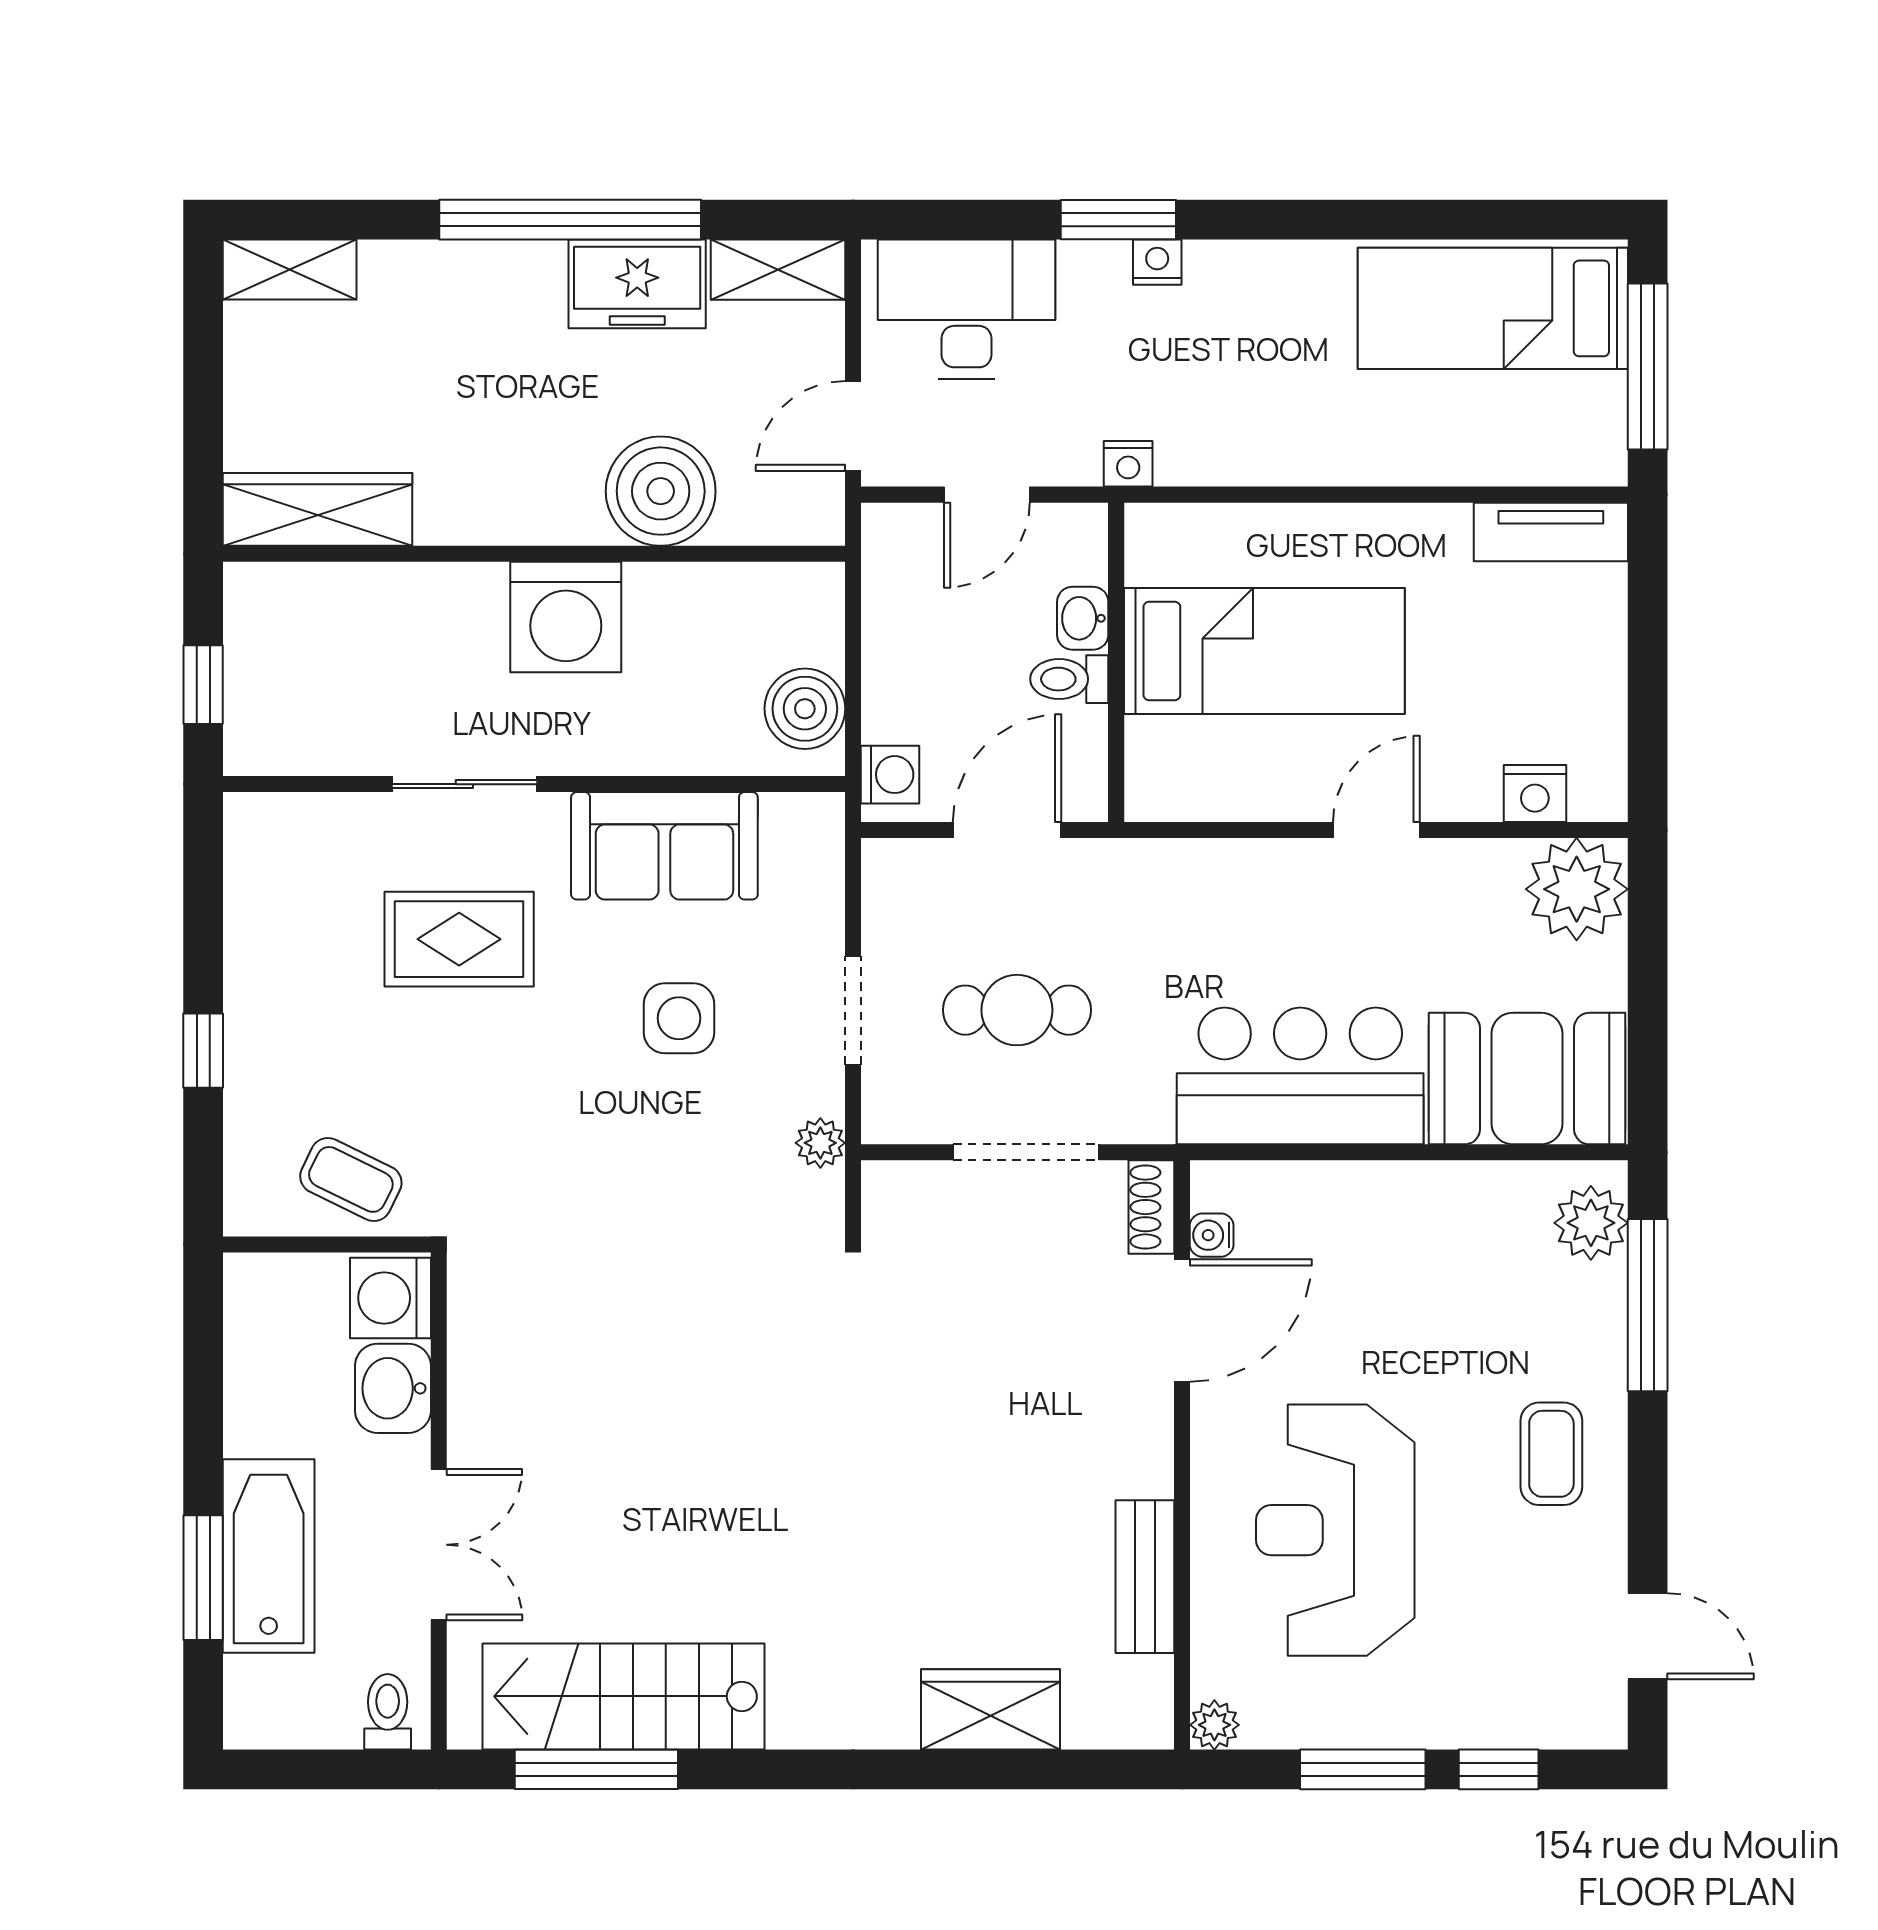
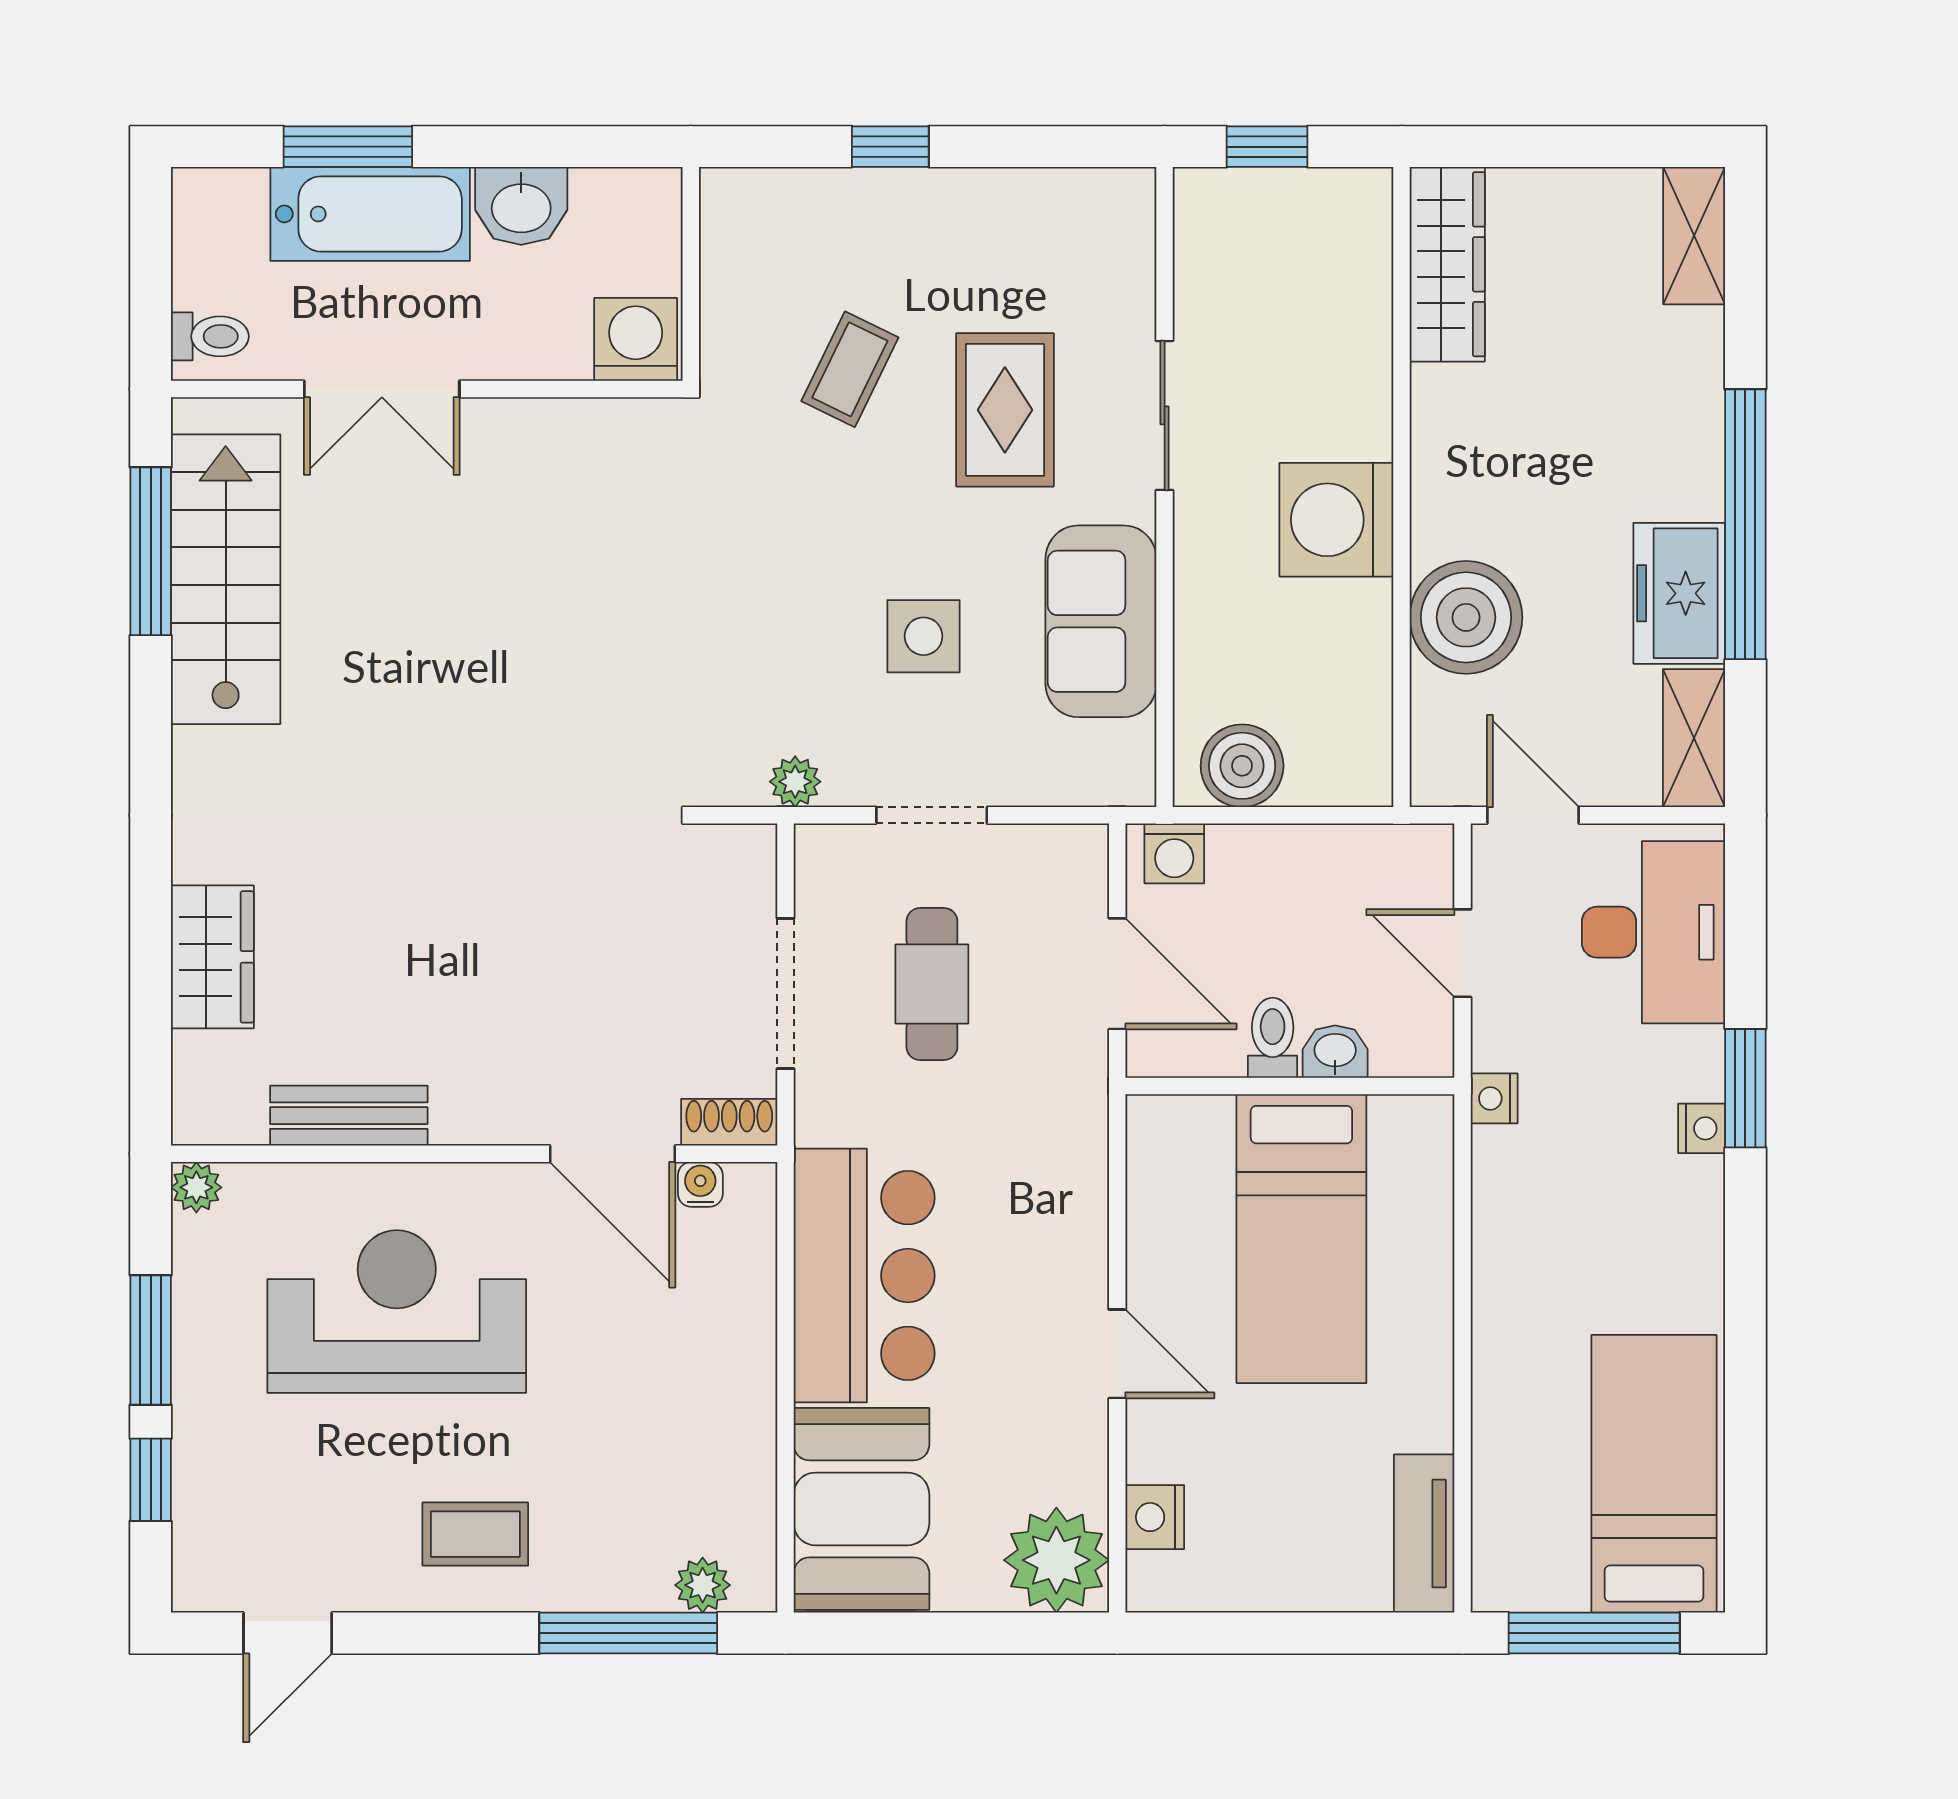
coffee table: (351, 1179) -> (850, 369), moved
plant: (1591, 1223) -> (703, 1585), width x0.73, depth x0.73
washbasin: (393, 1388) -> (521, 206), moved, turned 180

